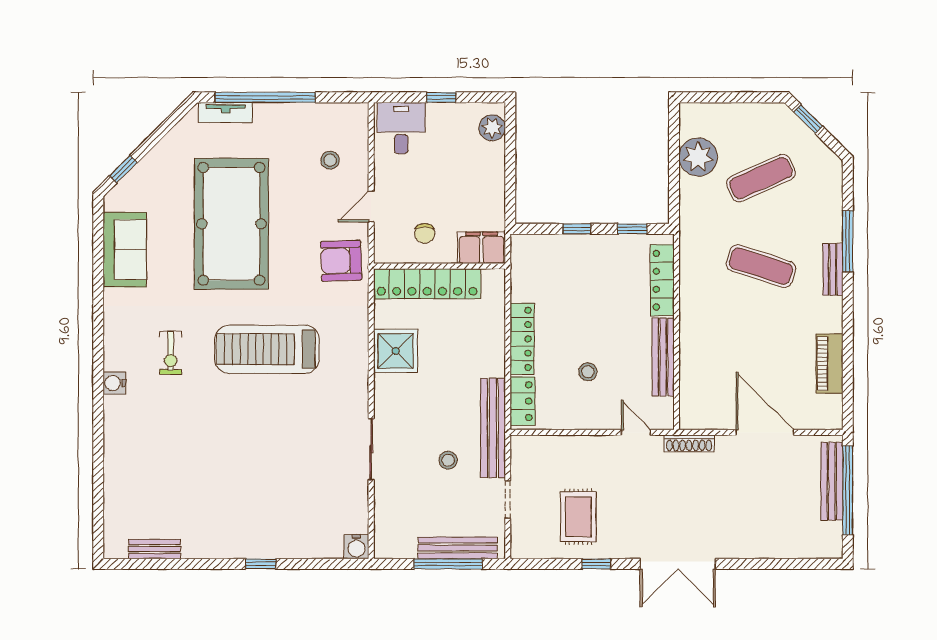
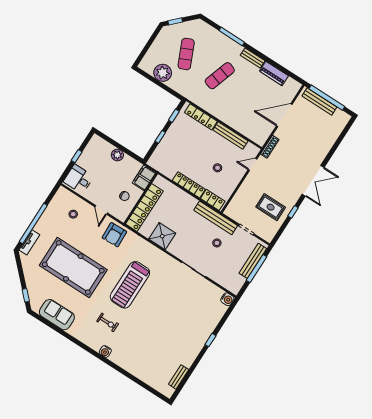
plant: (492, 128) -> (117, 155), moved
bench: (833, 269) -> (253, 58), moved

